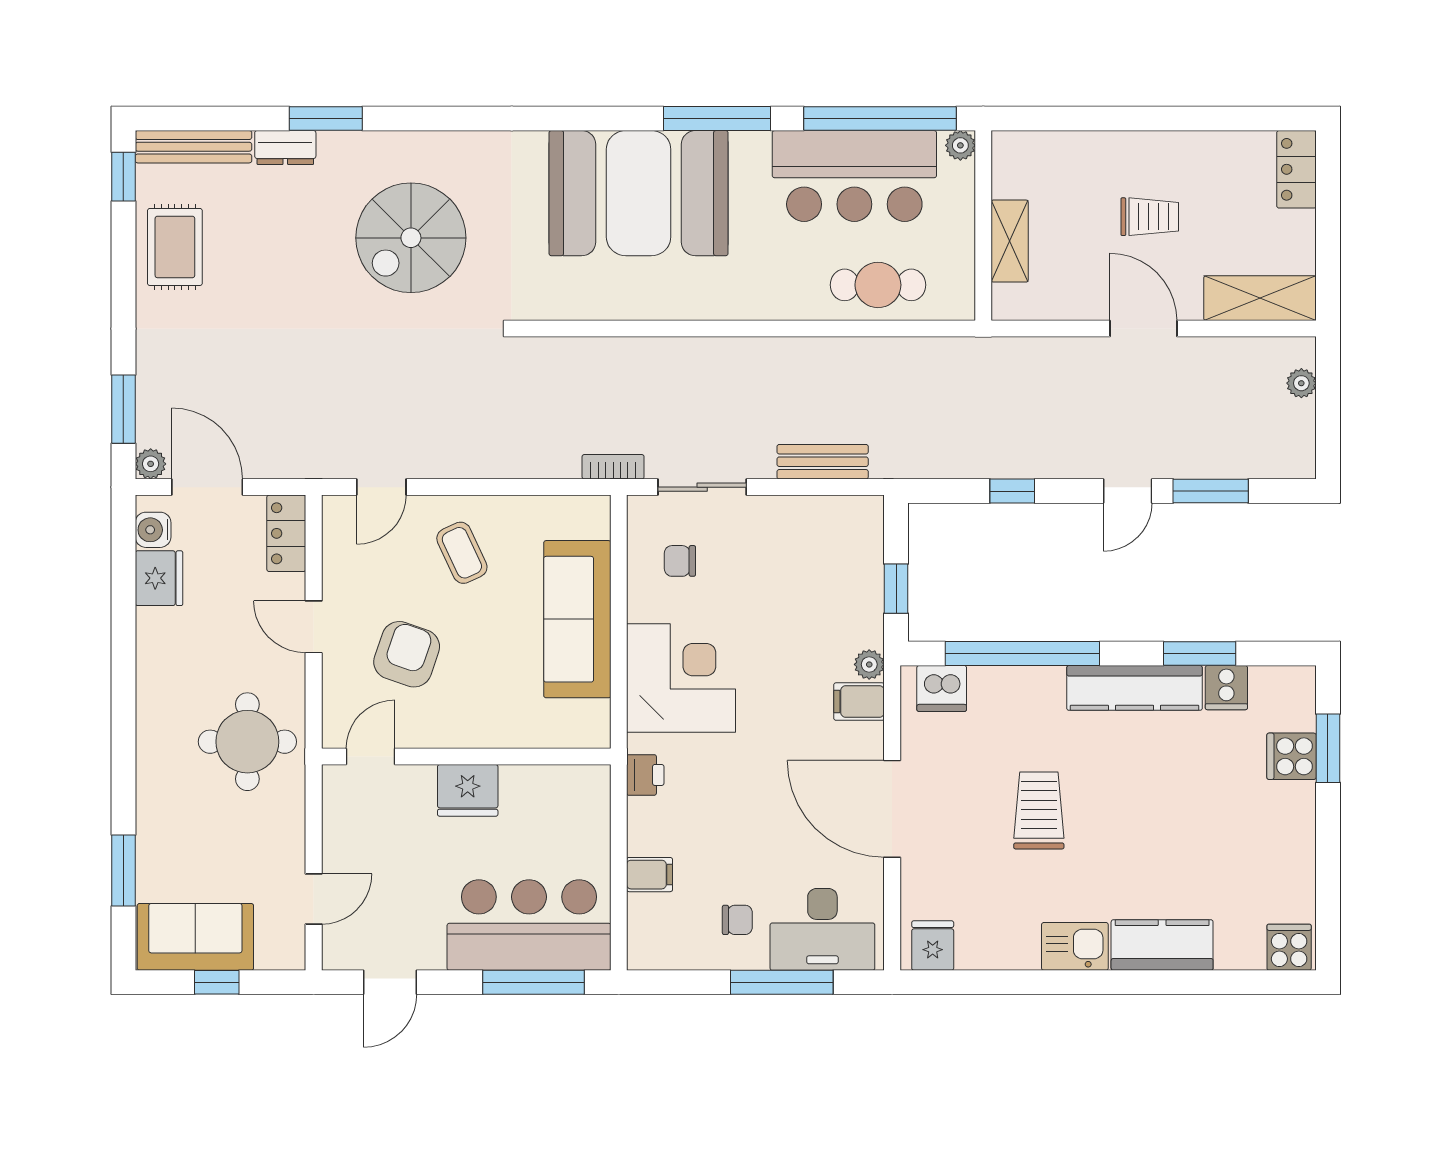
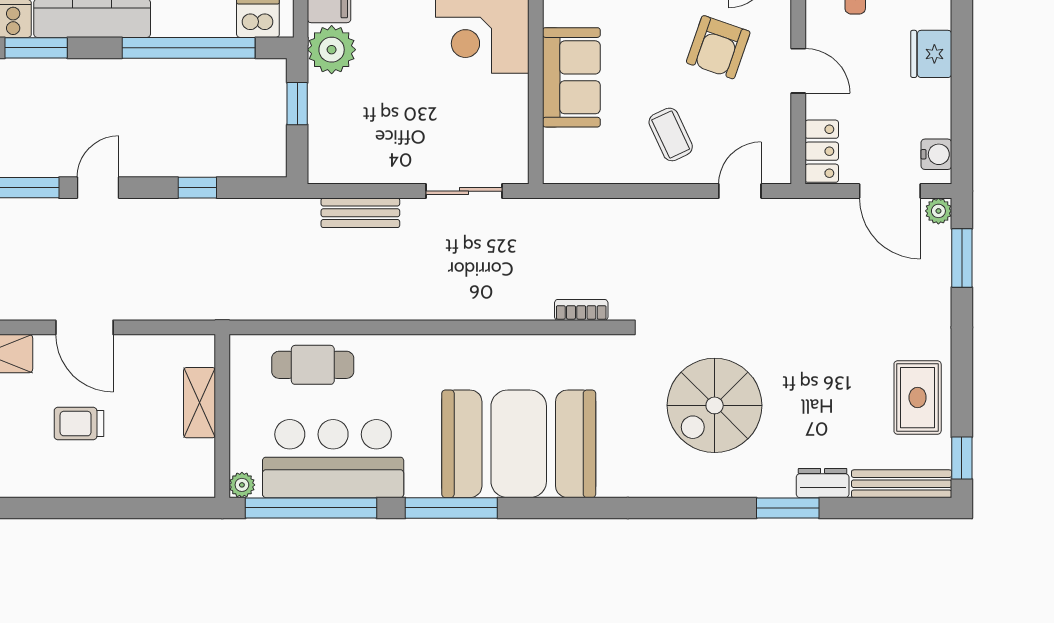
spiral stairs: (411, 238) -> (715, 405), turned 180
bookcase: (613, 467) -> (581, 310), moved, turned 180
chair: (680, 561) -> (483, 127), removed
fridge: (159, 578) -> (931, 54), moved
sofa: (577, 619) -> (571, 77), width x0.73
plant: (869, 664) -> (332, 50), width x1.88, depth x1.88

